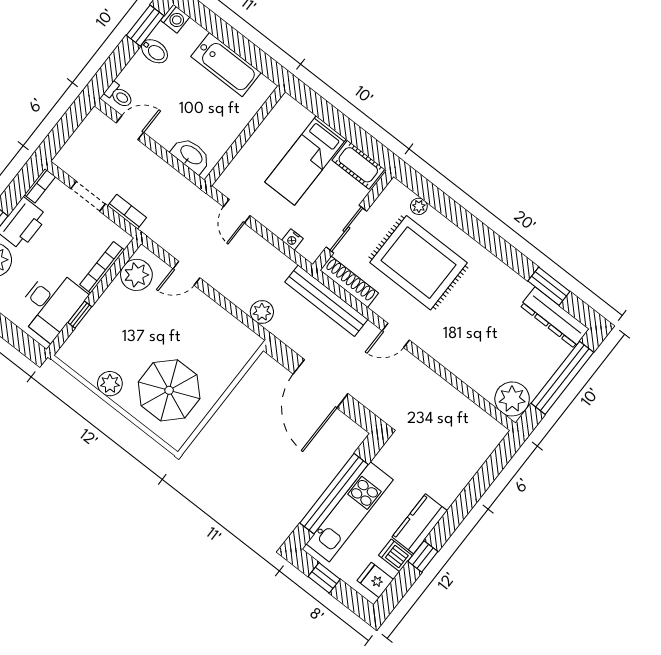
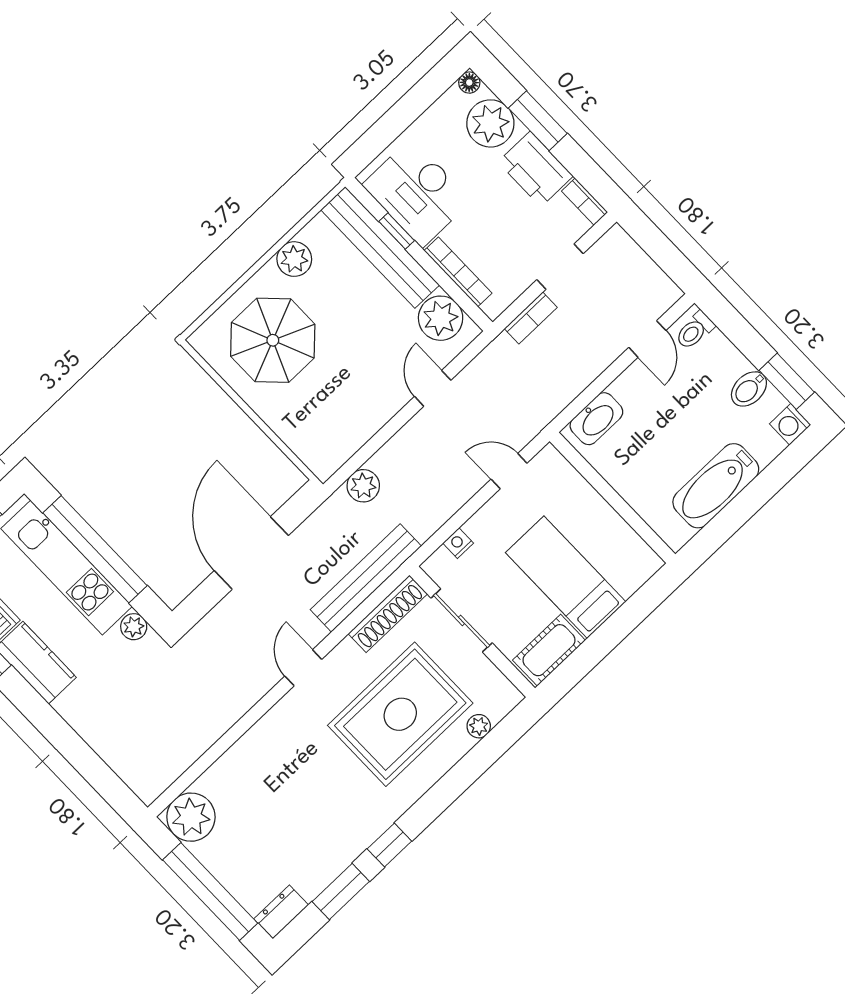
window: (511, 257) -> (389, 845), added
dresser: (555, 317) -> (281, 912), width x0.51, depth x0.80
bench: (93, 325) -> (380, 247), added
door: (321, 384) -> (251, 553), hinge flipped
plant: (384, 459) -> (134, 627), added

